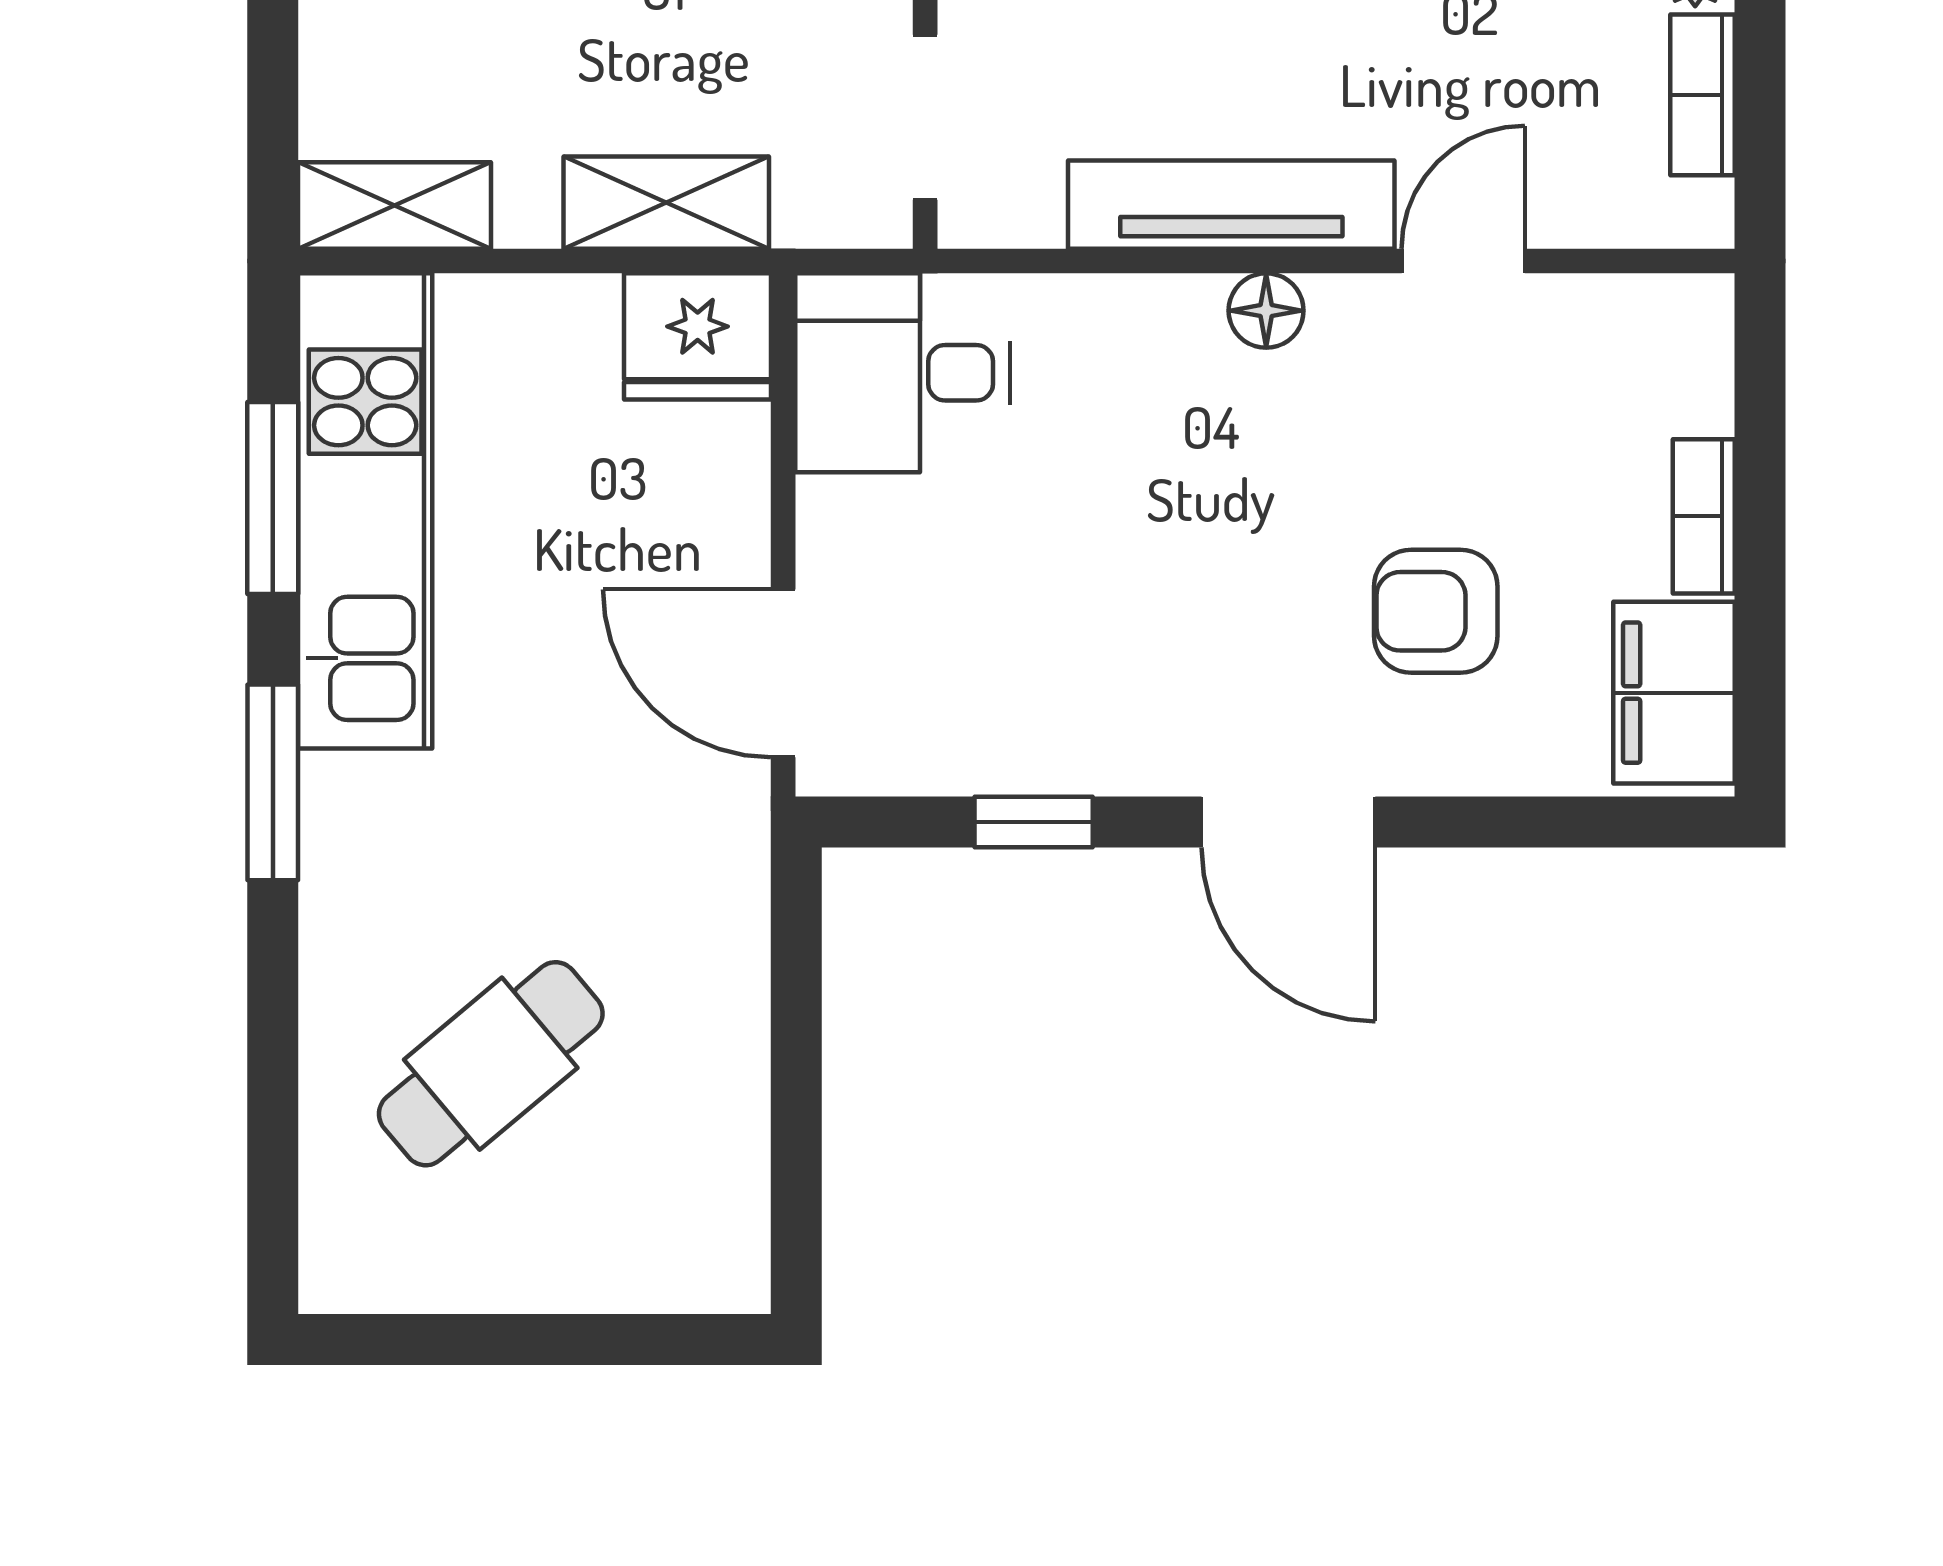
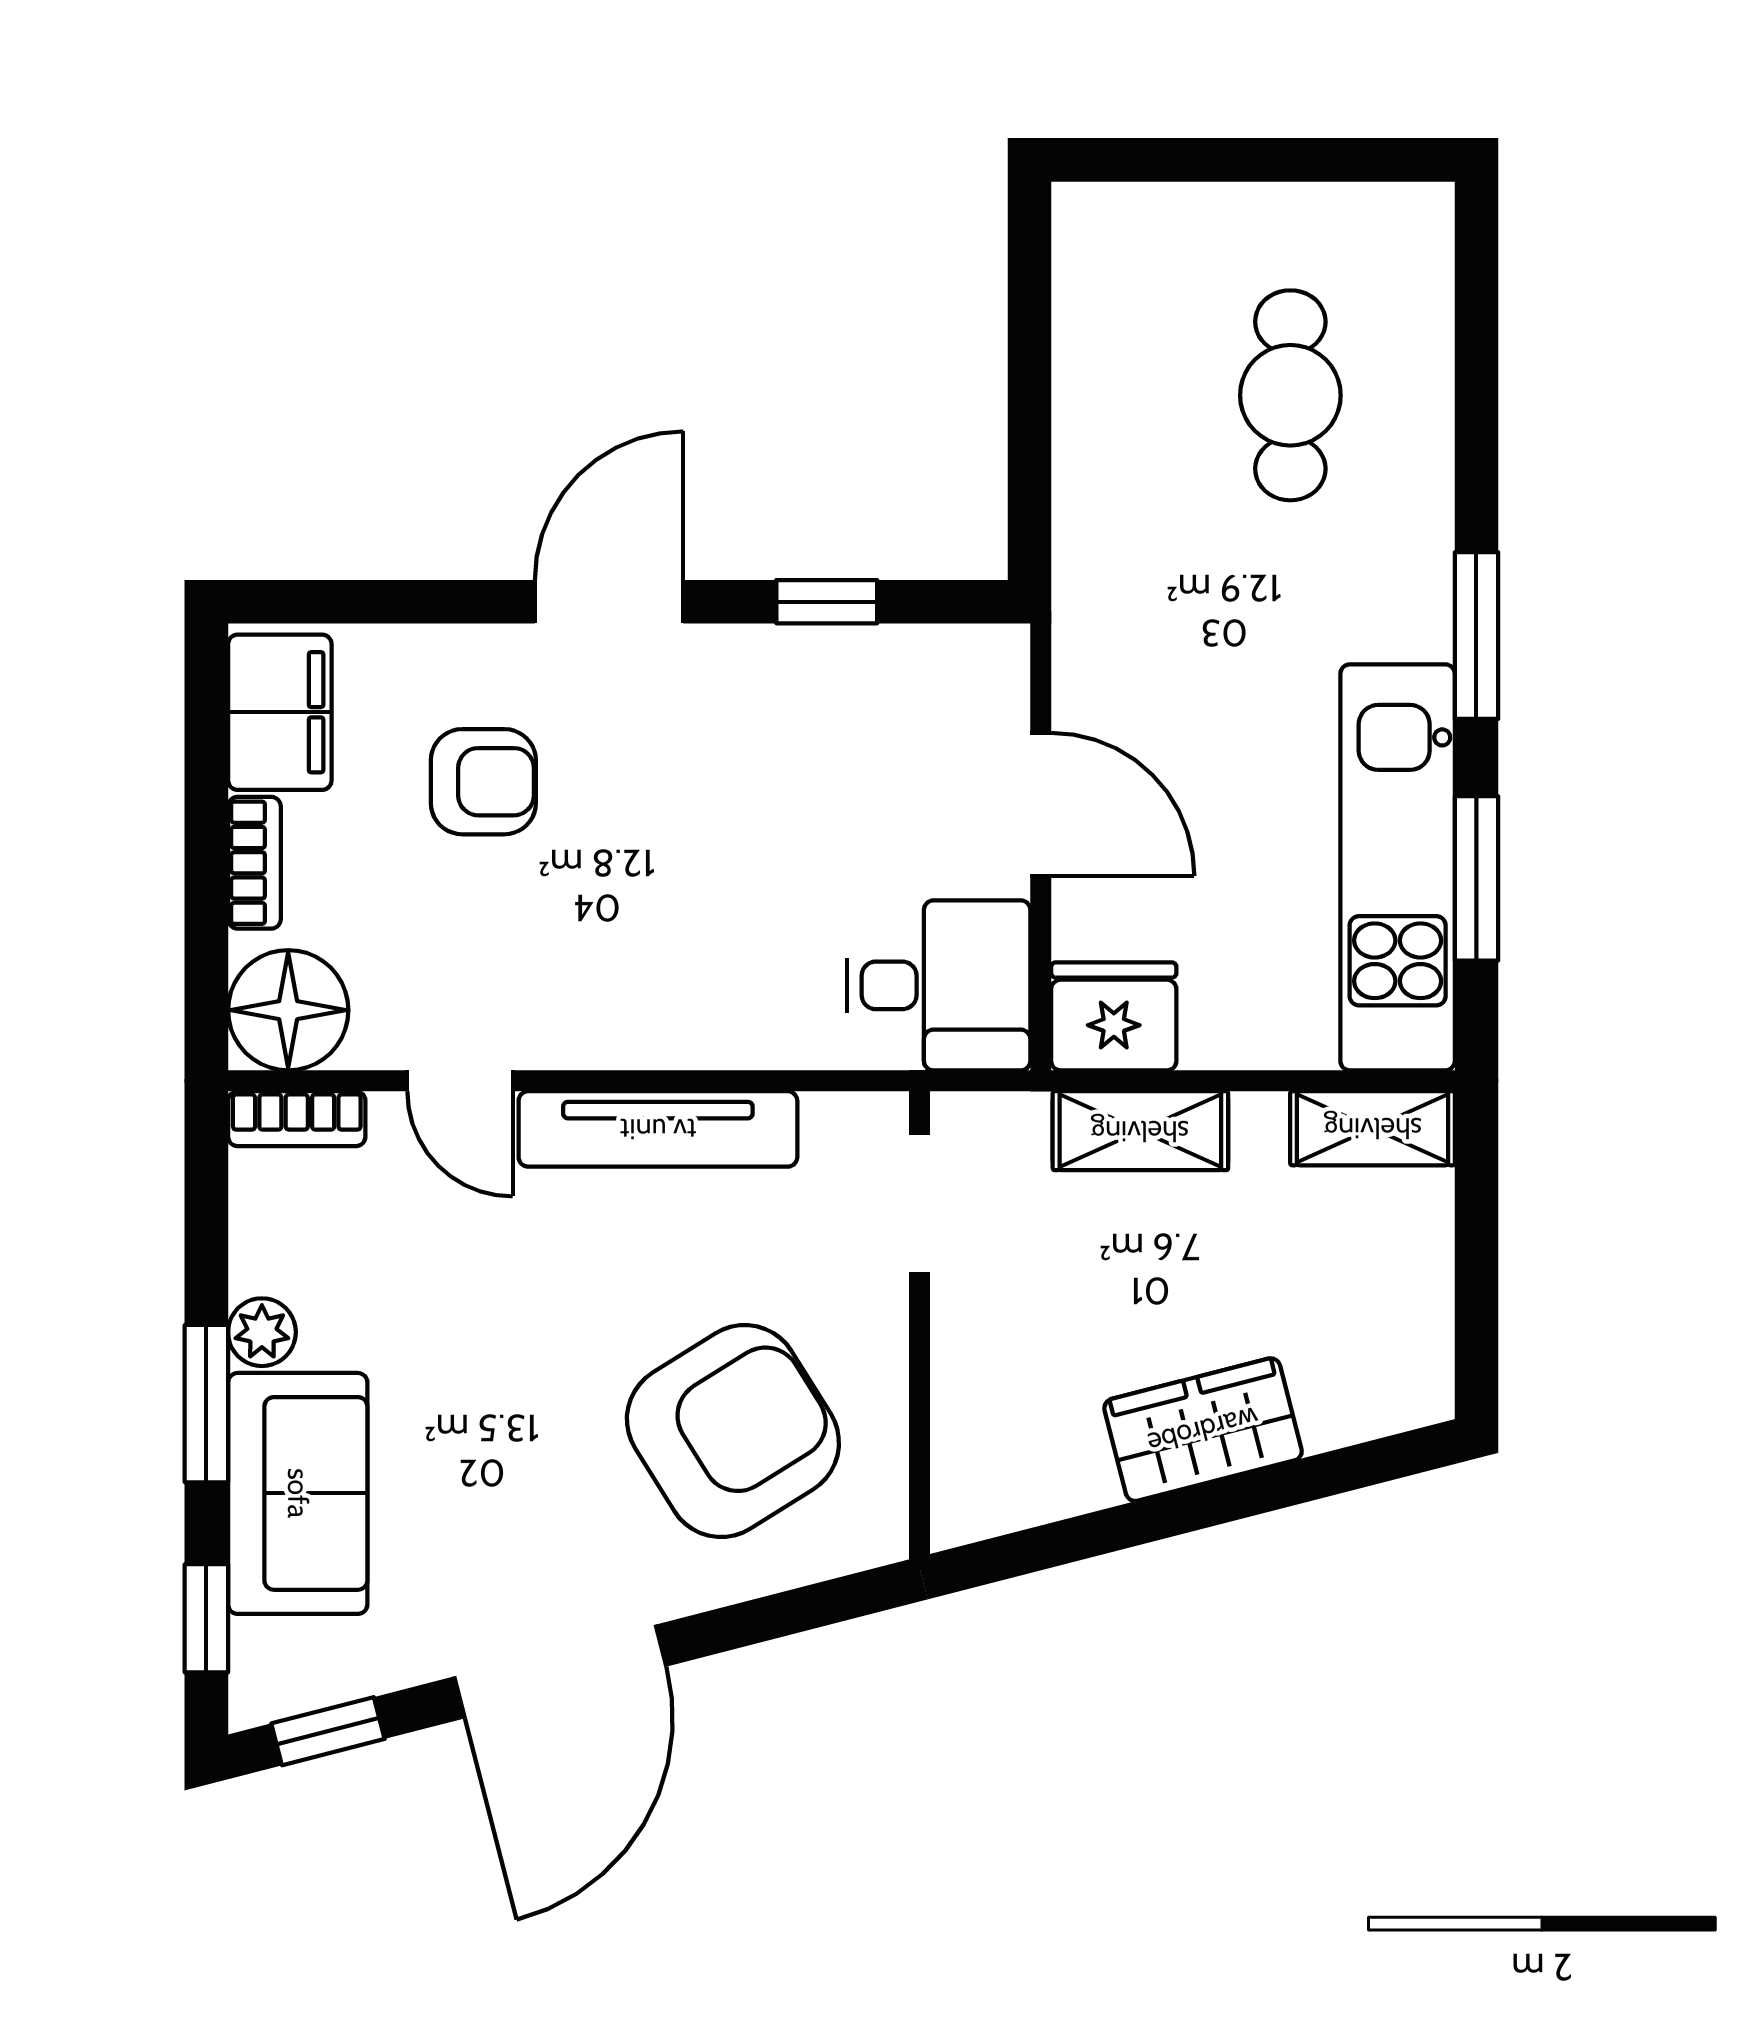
bookcase: (1703, 95) -> (297, 1119), moved, turned 90
door: (1463, 261) -> (460, 1081), hinge flipped
floor lamp: (1266, 311) -> (288, 1010), moved, width x1.89, depth x1.89
door: (783, 673) -> (1041, 804), moved
door: (1288, 822) -> (609, 602), hinge flipped
cafe table: (491, 1064) -> (1290, 395), turned -50

